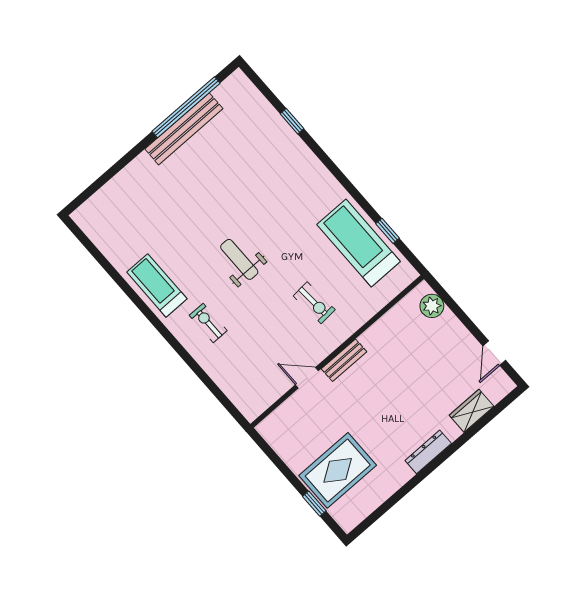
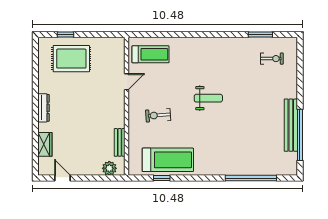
window: (292, 121) -> (251, 178), width x3.17
window: (105, 264) -> (260, 34), added
treadmill: (157, 285) -> (151, 54), moved
exercise bike: (208, 323) -> (272, 59), moved
bench: (344, 360) -> (120, 142), moved
rug: (338, 470) -> (71, 59), turned 90

